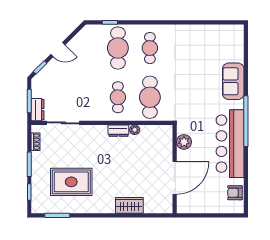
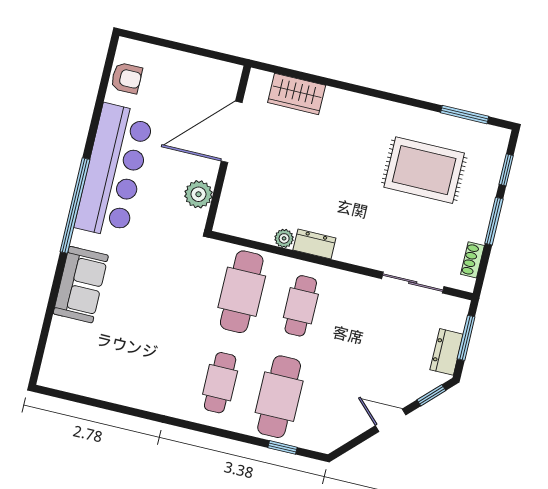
dresser: (38, 110) -> (447, 352), moved
wardrobe: (129, 205) -> (297, 94), moved

